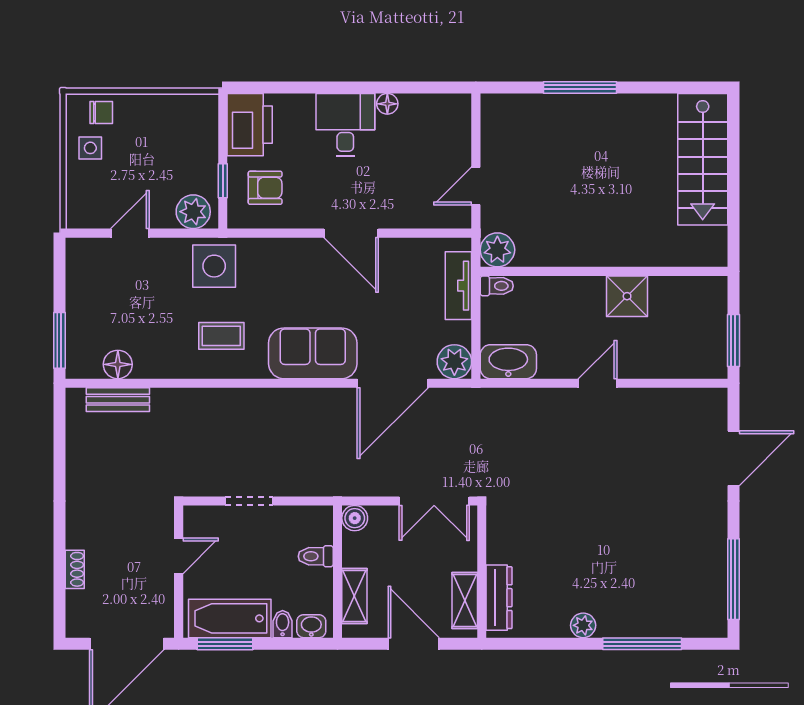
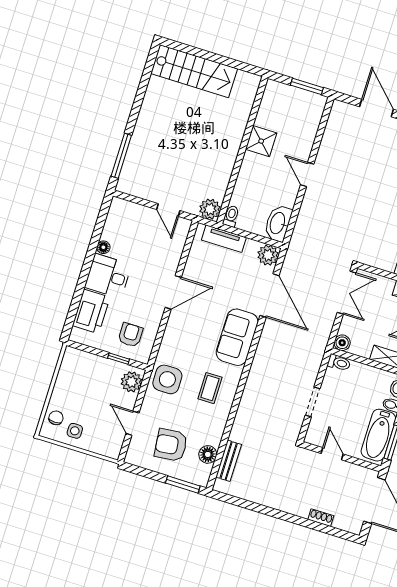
window: (580, 87) -> (121, 156), moved
printer: (250, 125) -> (91, 311), moved, turned 90
armchair: (115, 303) -> (171, 445), added
toilet: (316, 556) -> (339, 363), moved, turned -90

